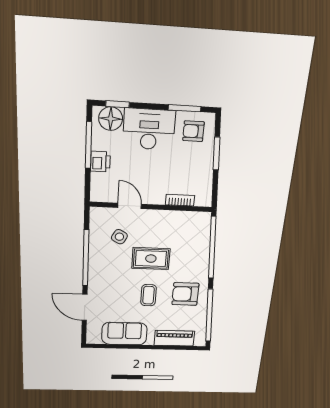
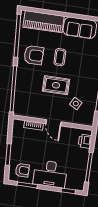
floor lamp: (111, 119) -> (73, 183), removed
printer: (100, 161) -> (85, 141), moved
door: (130, 206) -> (54, 123), moved
piano: (174, 338) -> (44, 22), width x1.37, depth x1.33

